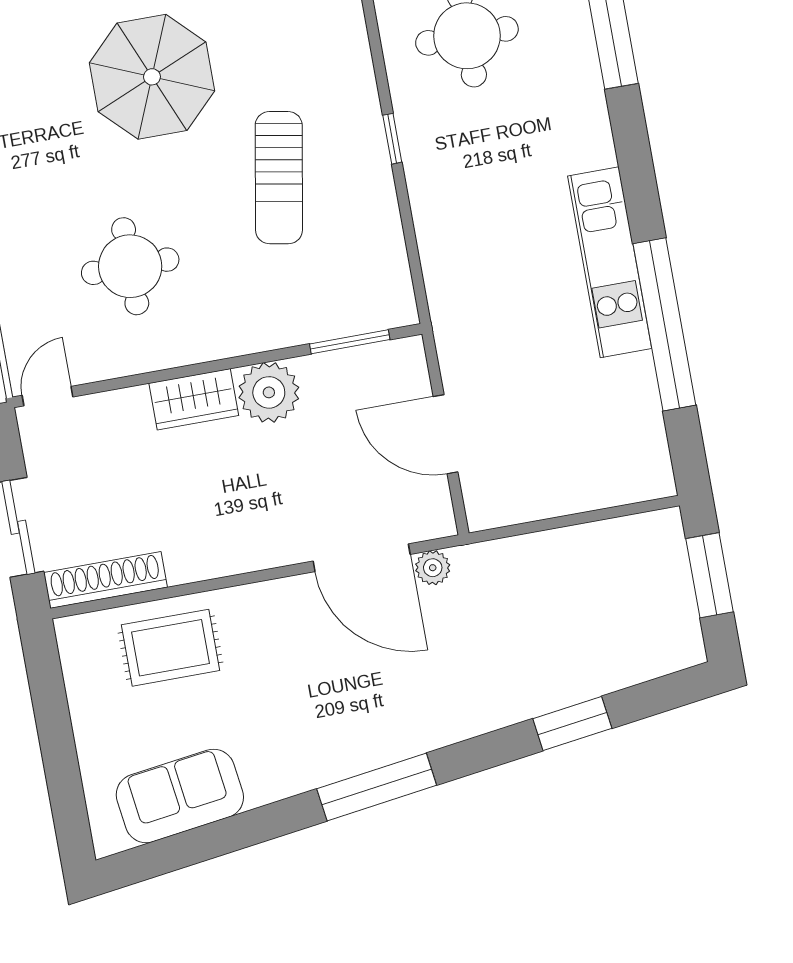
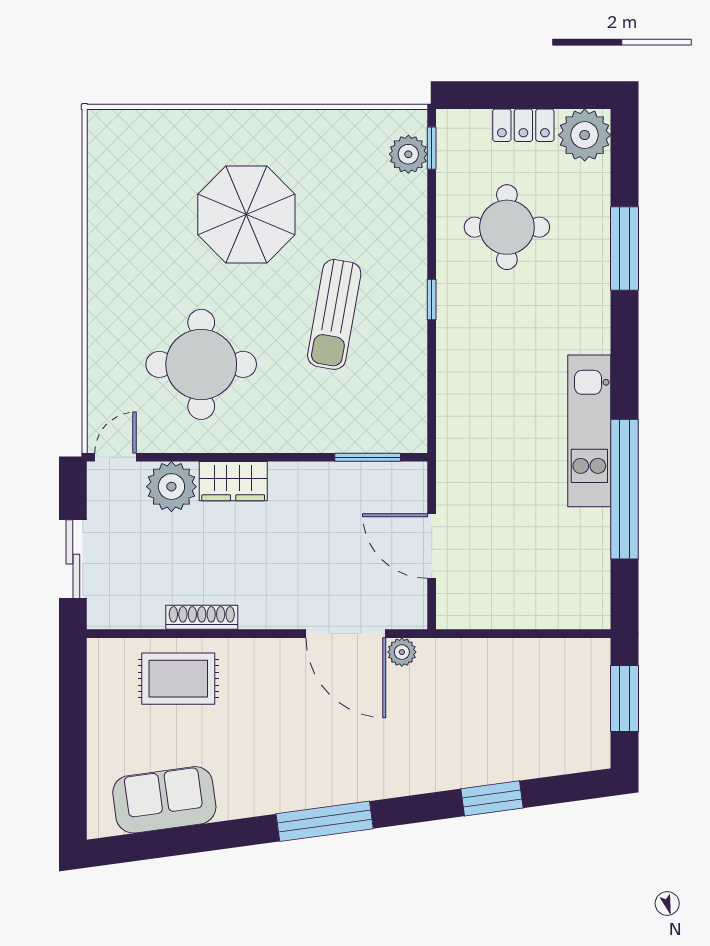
round table: (130, 266) -> (201, 364), width x1.36, depth x1.36
plant: (269, 392) -> (171, 487), moved
shoe rack: (105, 580) -> (202, 617), moved, width x0.74, depth x0.81

